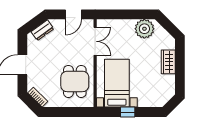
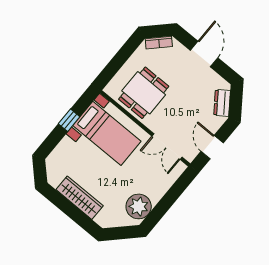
wardrobe: (168, 62) -> (80, 198), width x1.50
dining table: (75, 81) -> (144, 93), turned 90

